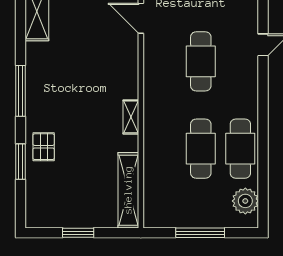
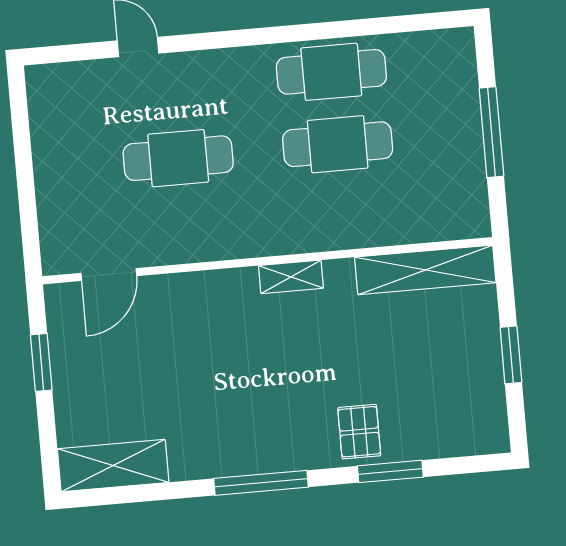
pallet: (44, 147) -> (359, 432), turned 90
plant: (245, 201) -> (426, 54), removed

